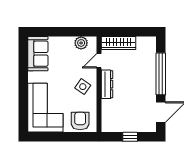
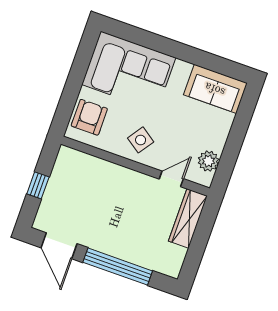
door: (99, 61) -> (171, 179), hinge flipped
dresser: (107, 84) -> (131, 178), removed
armchair: (80, 121) -> (89, 117), turned -90

